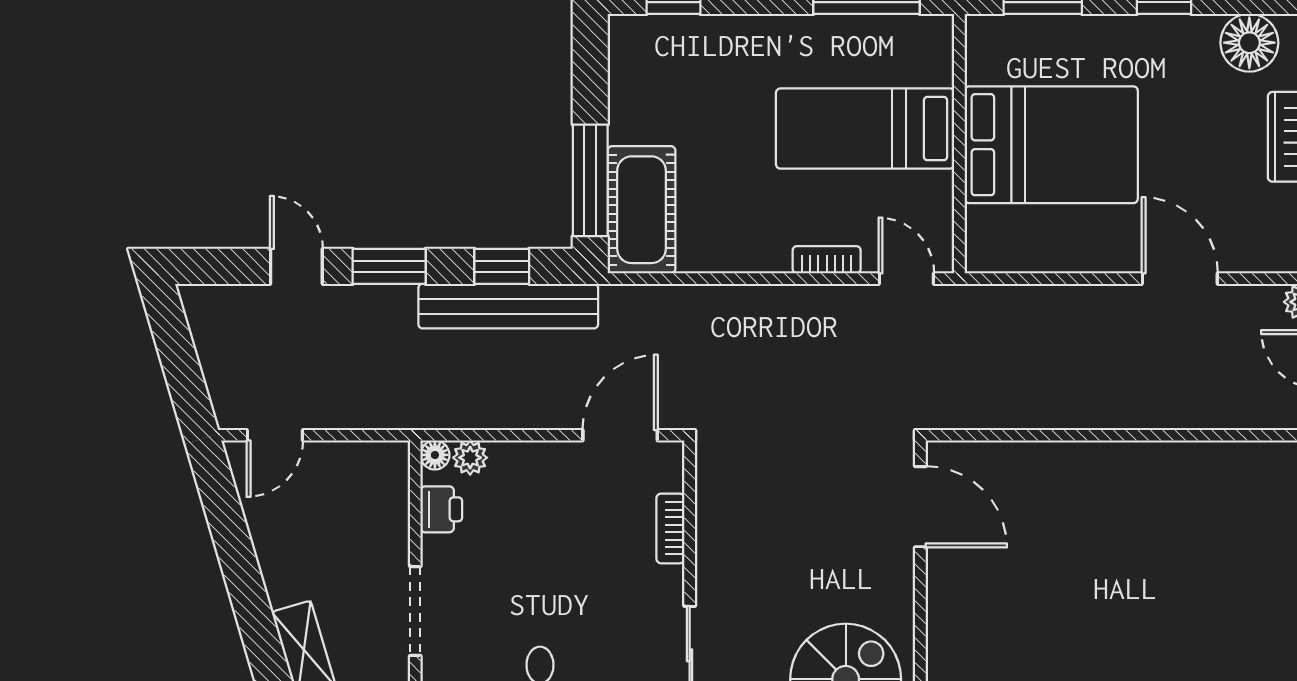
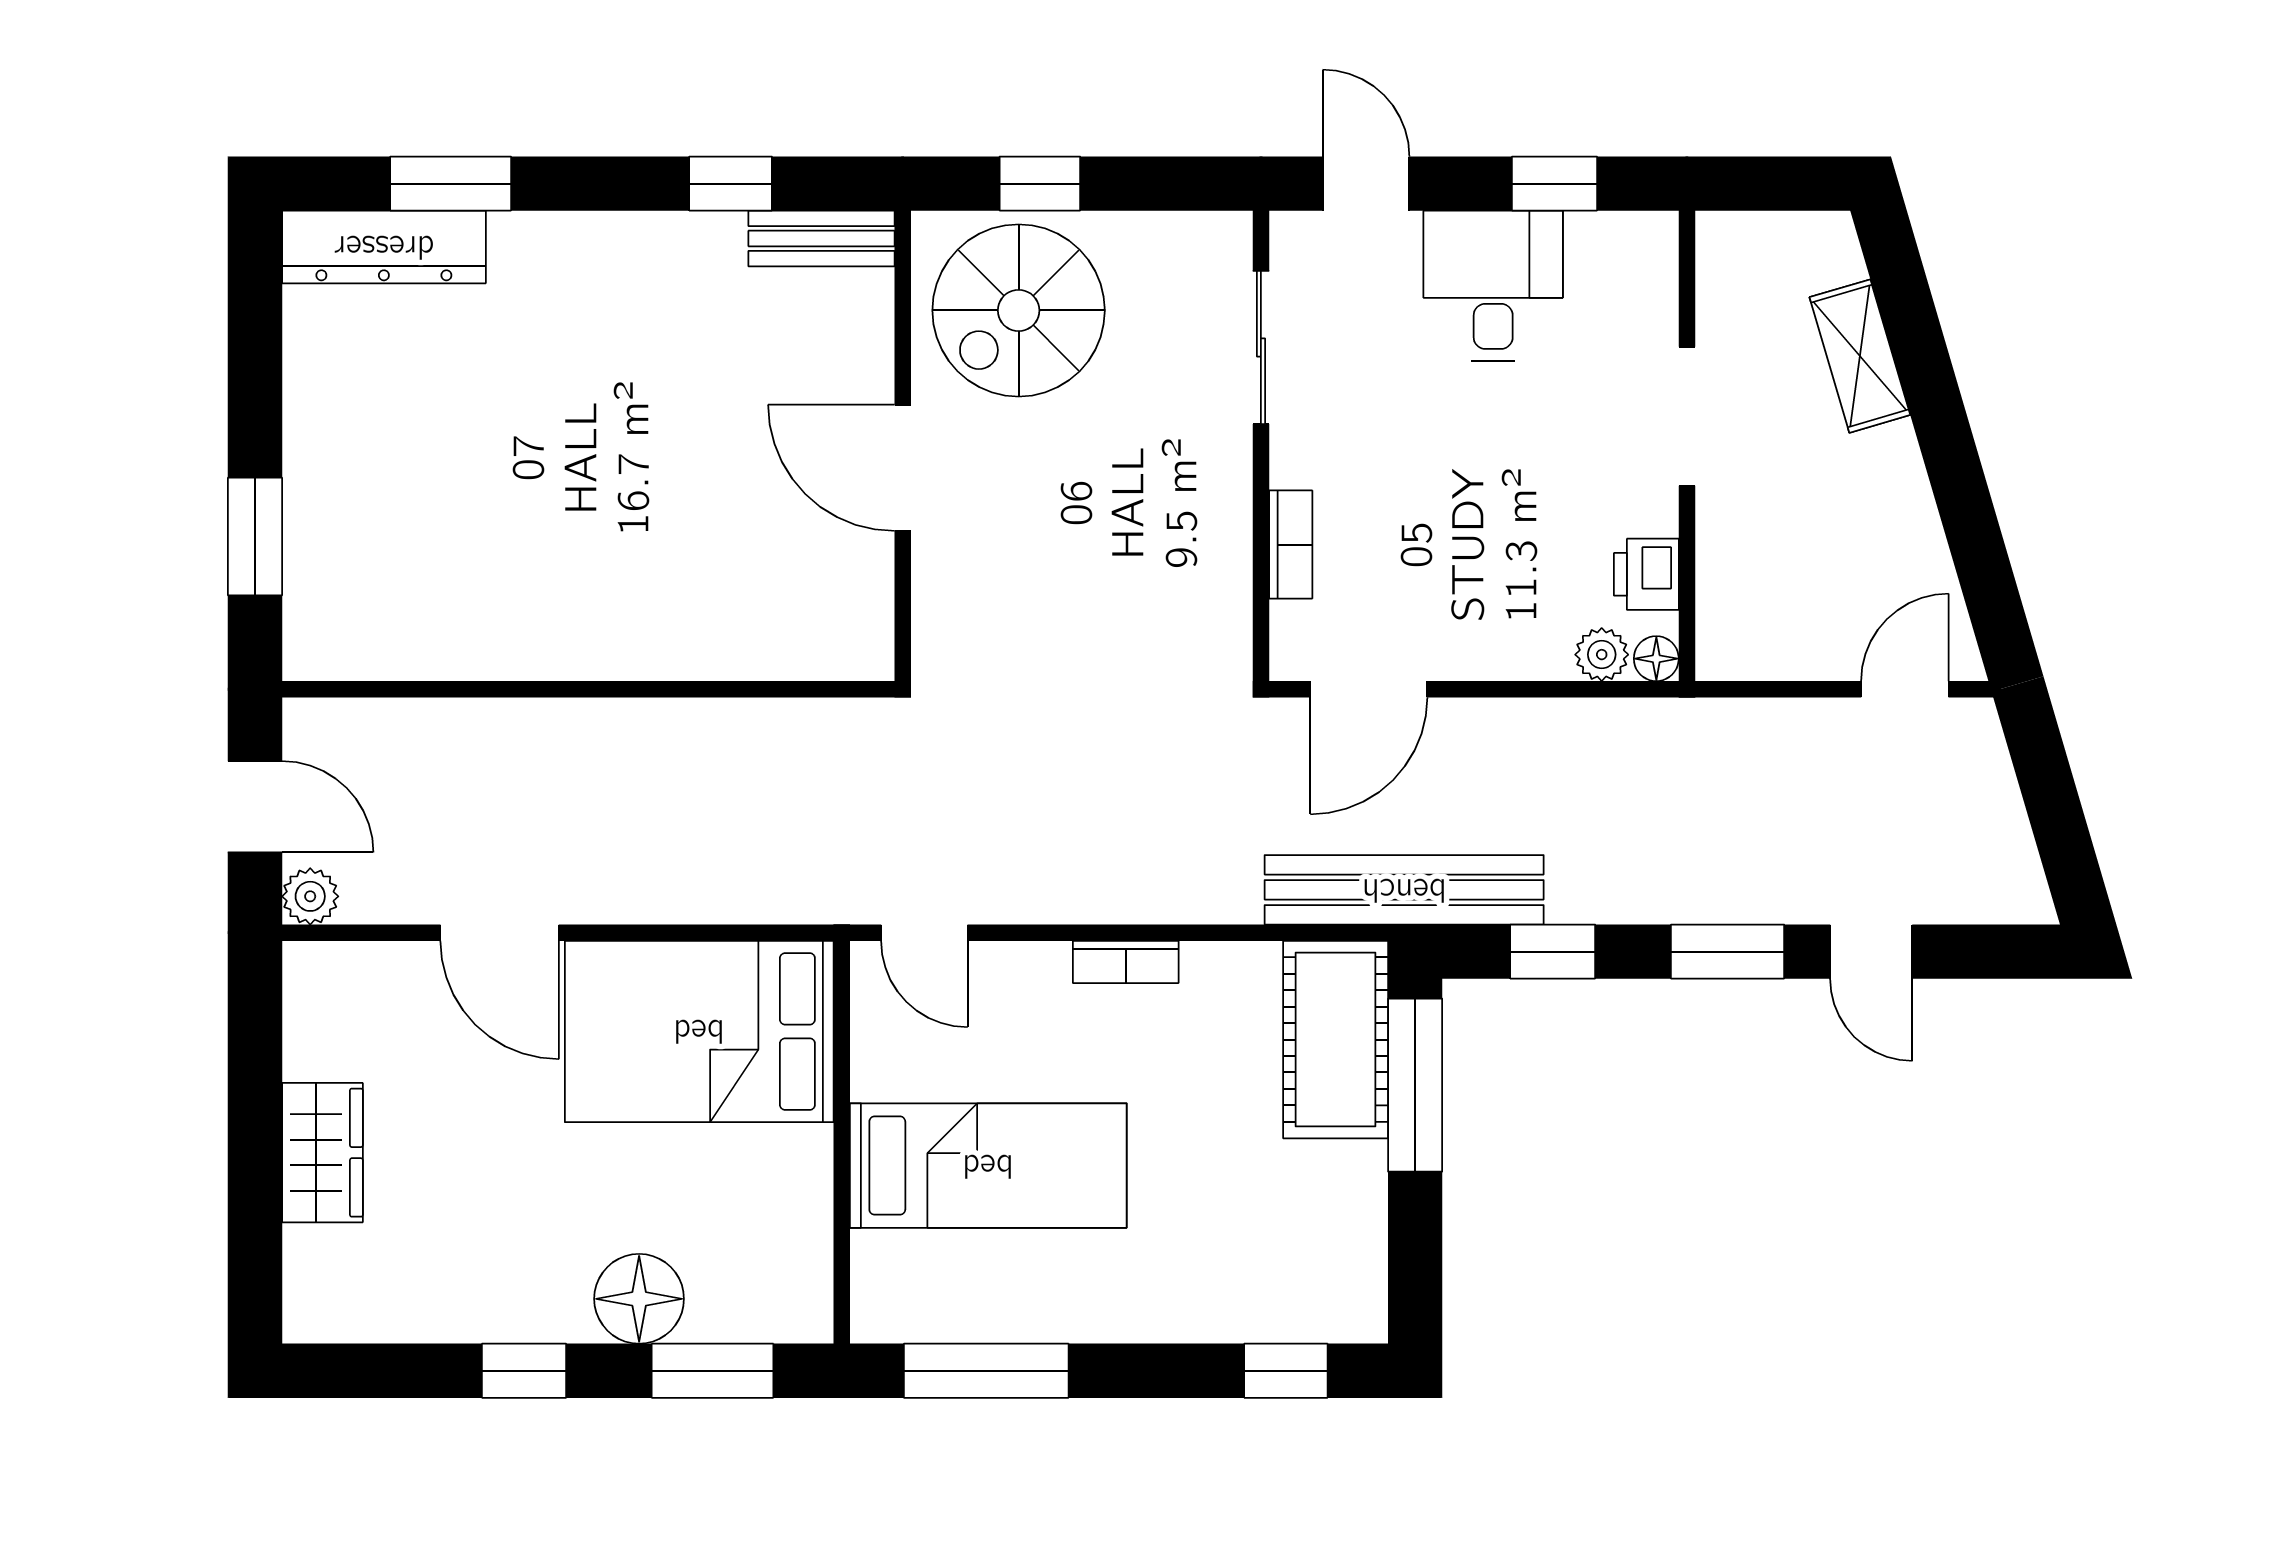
floor lamp: (1249, 43) -> (639, 1299), moved
bed: (1051, 145) -> (699, 1031), moved
bookcase: (827, 260) -> (1126, 962), moved
bench: (508, 306) -> (1404, 890), moved
door: (920, 507) -> (903, 468), moved

